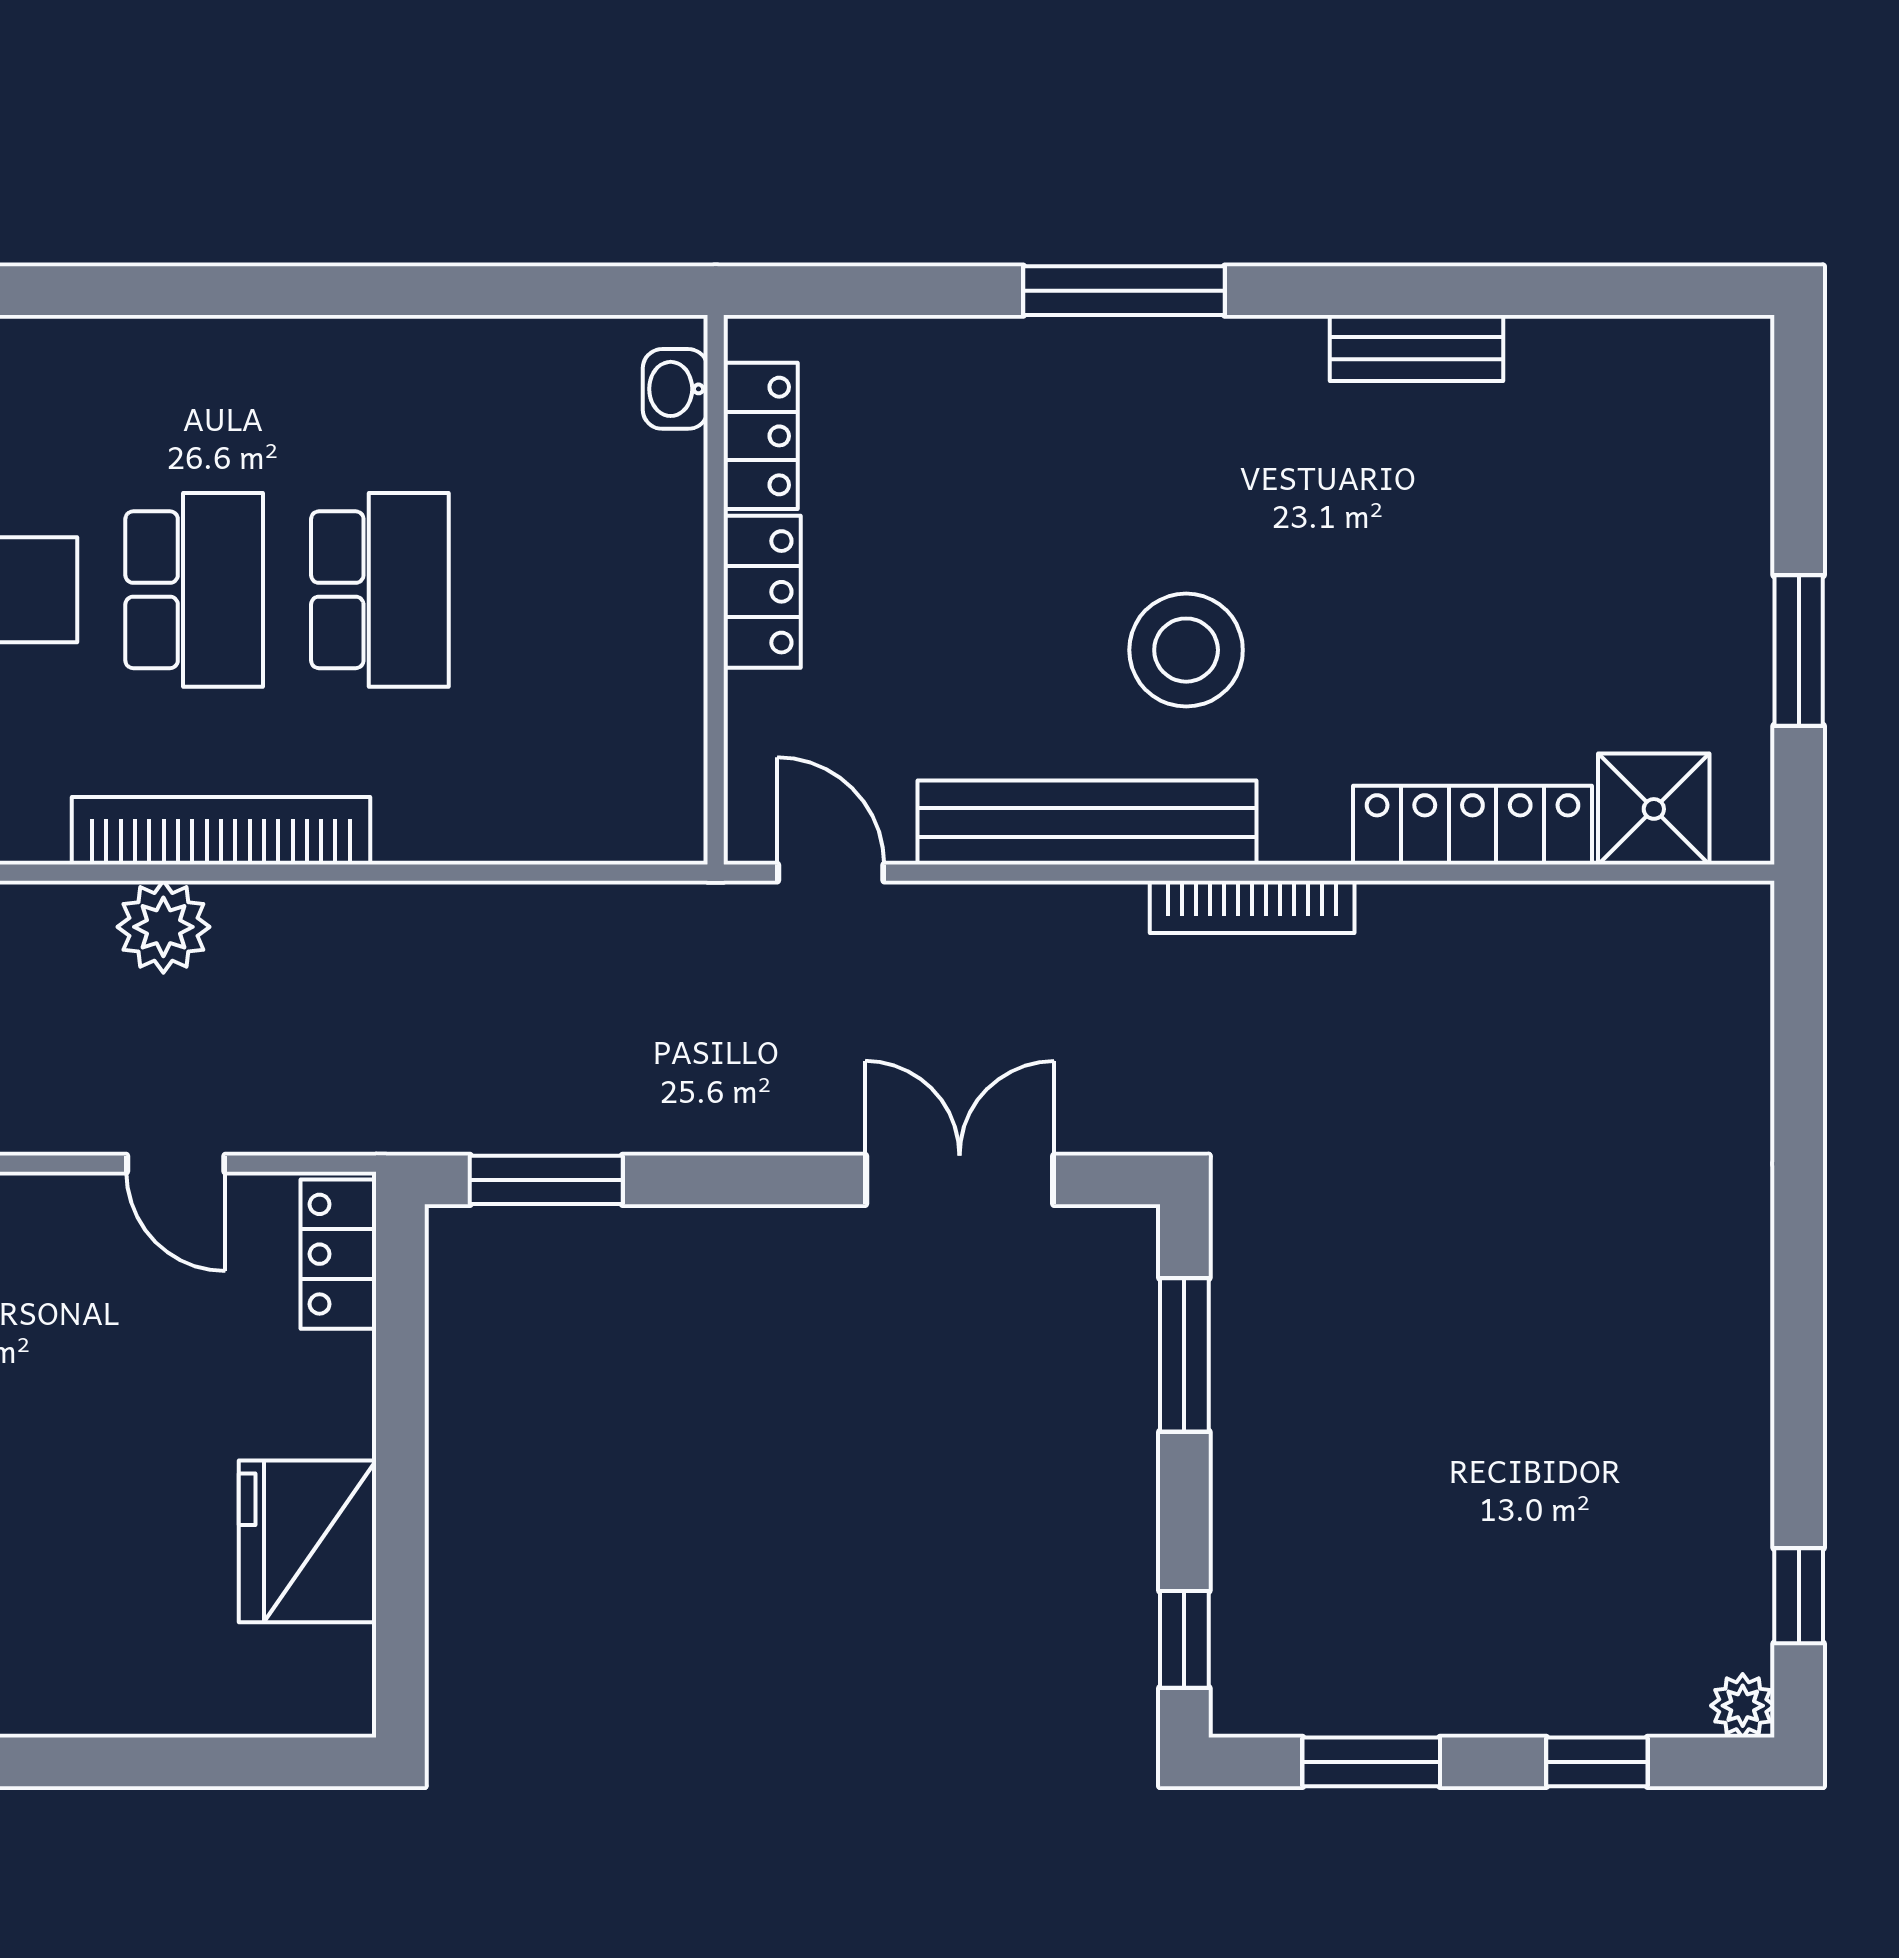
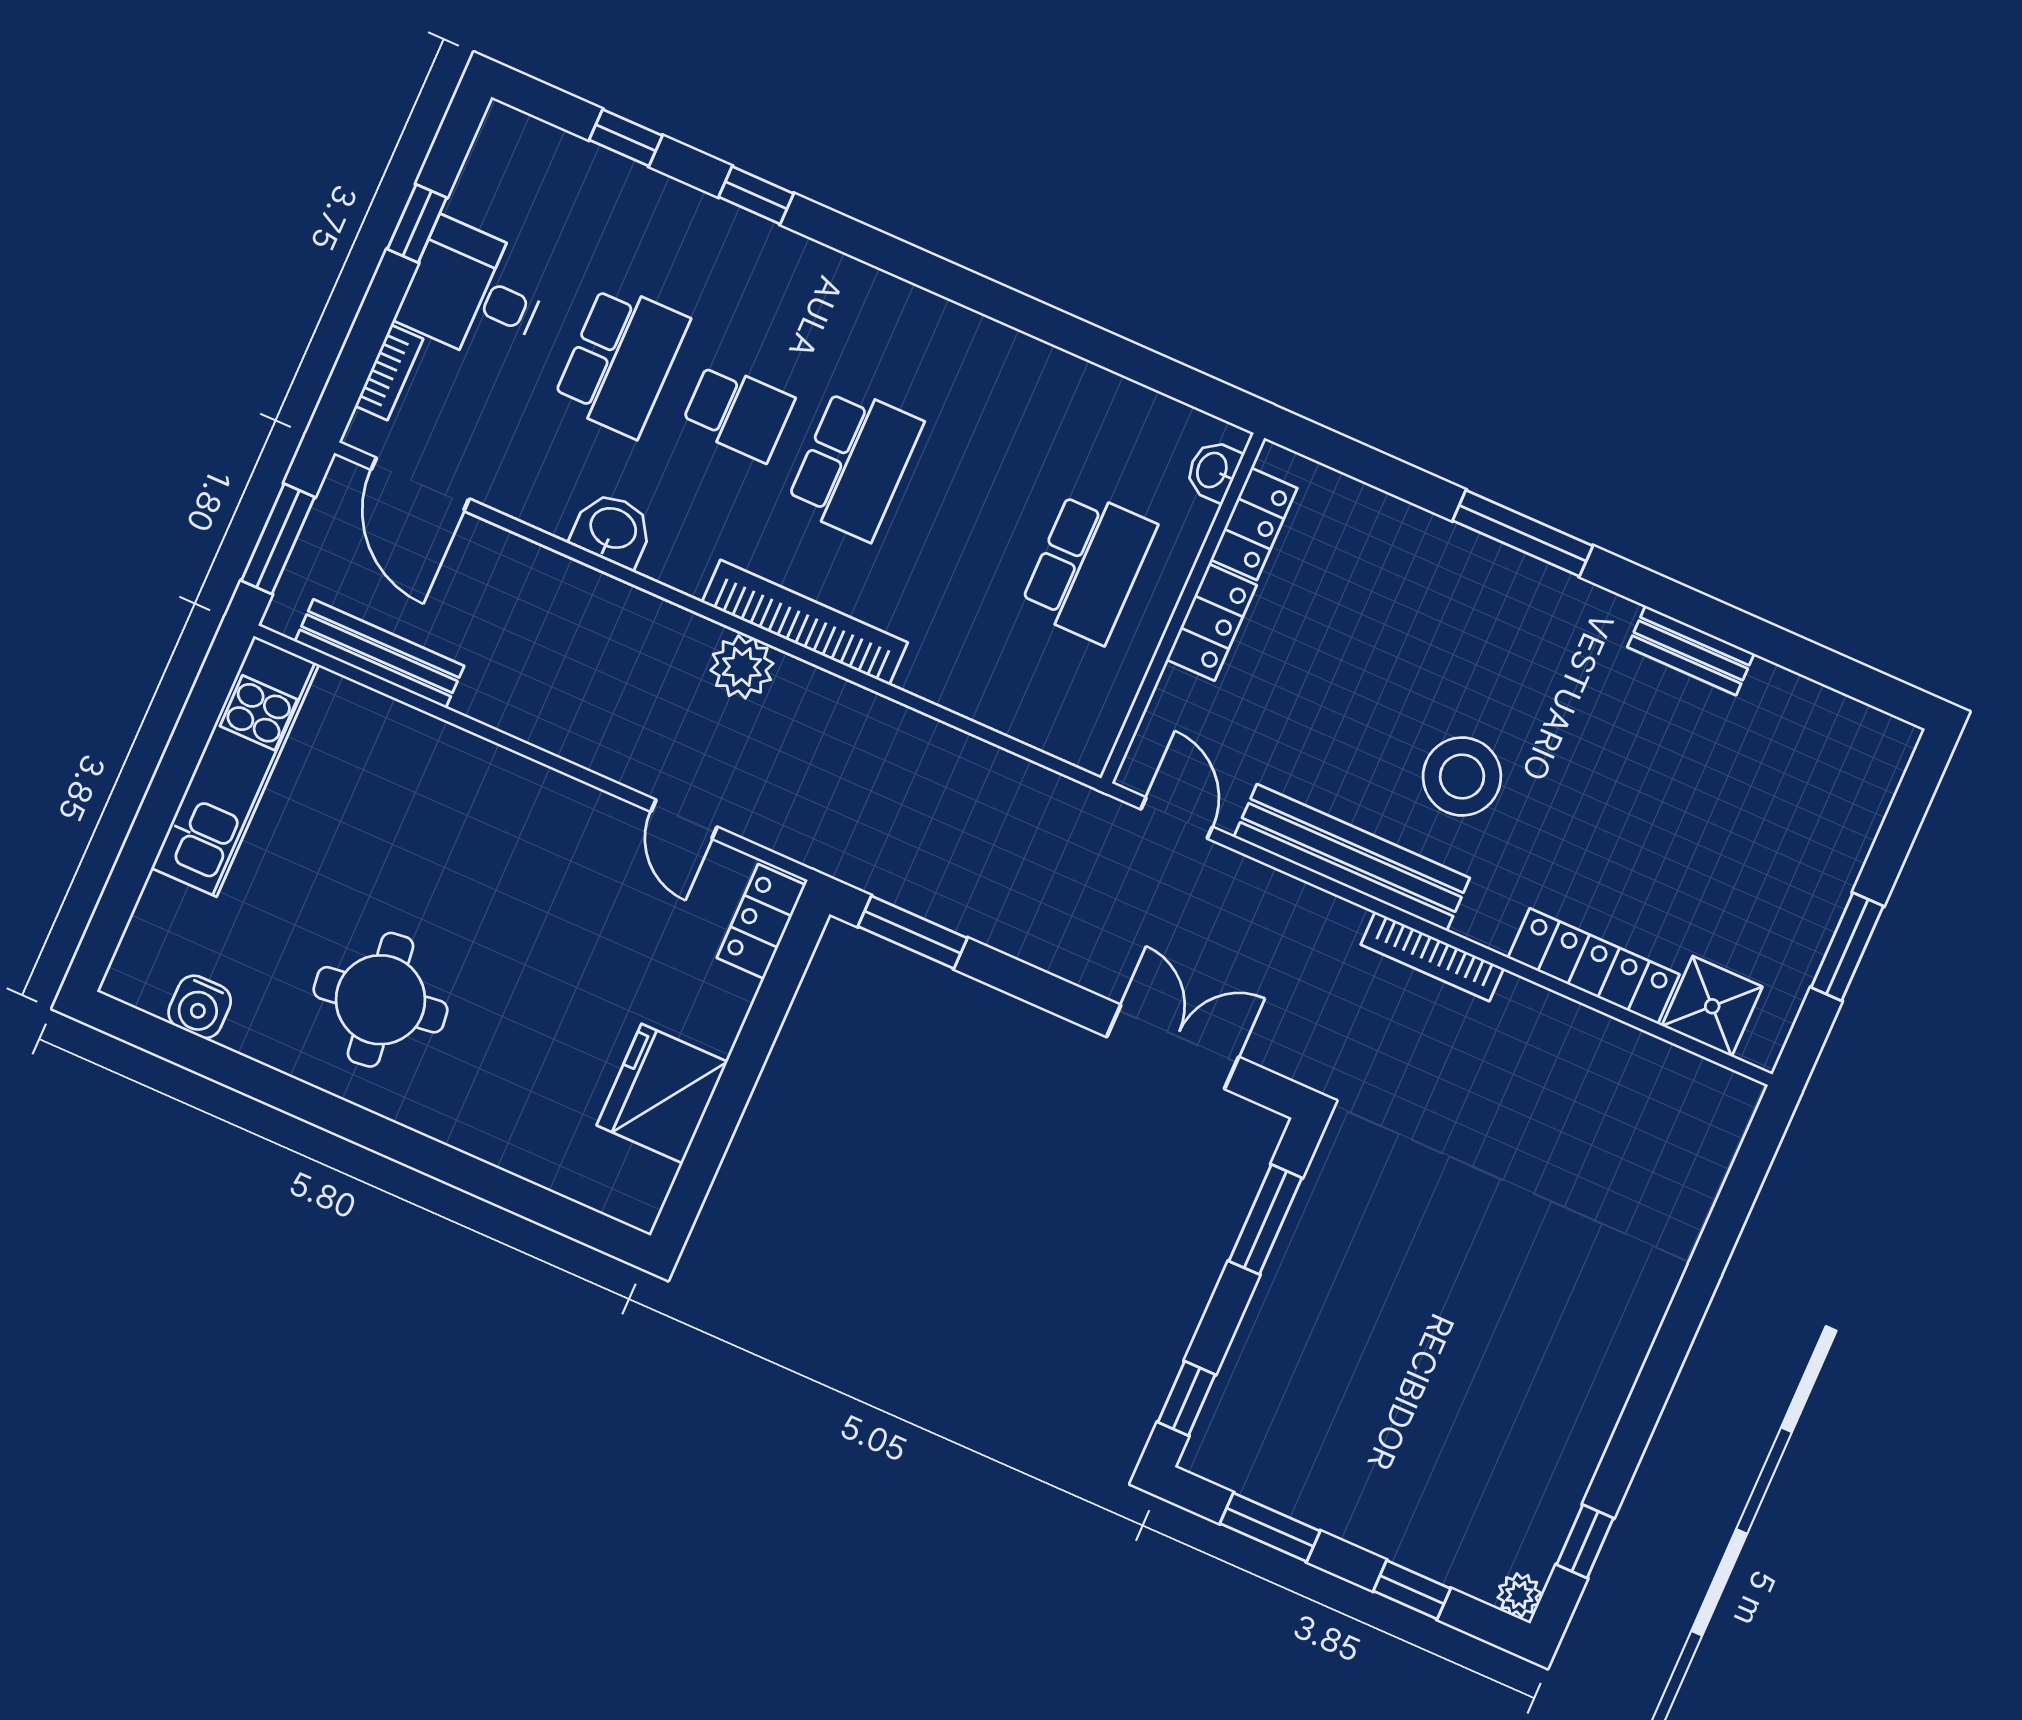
school desk: (380, 590) -> (1088, 566), moved

